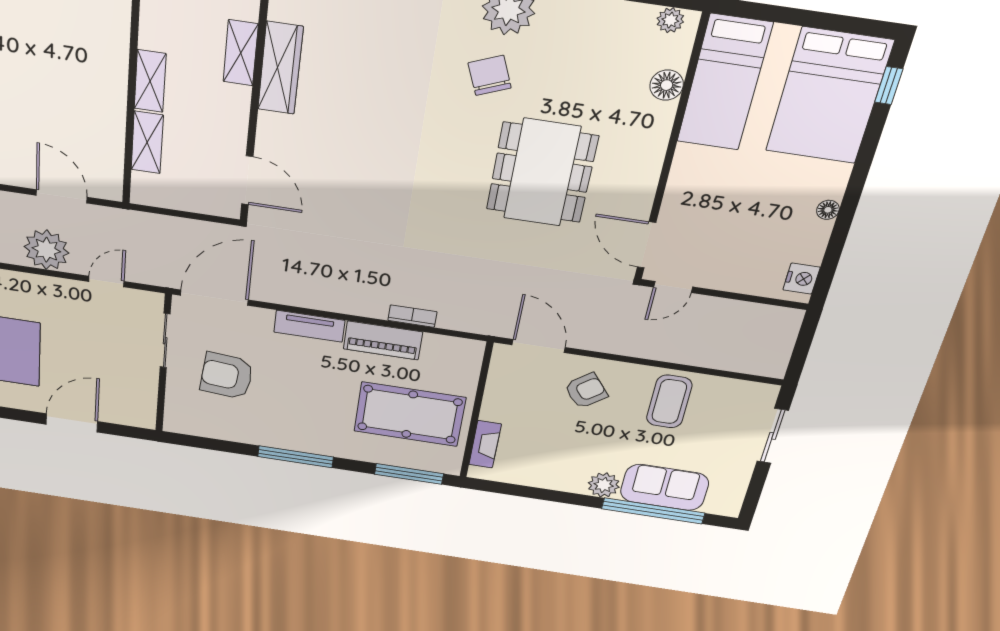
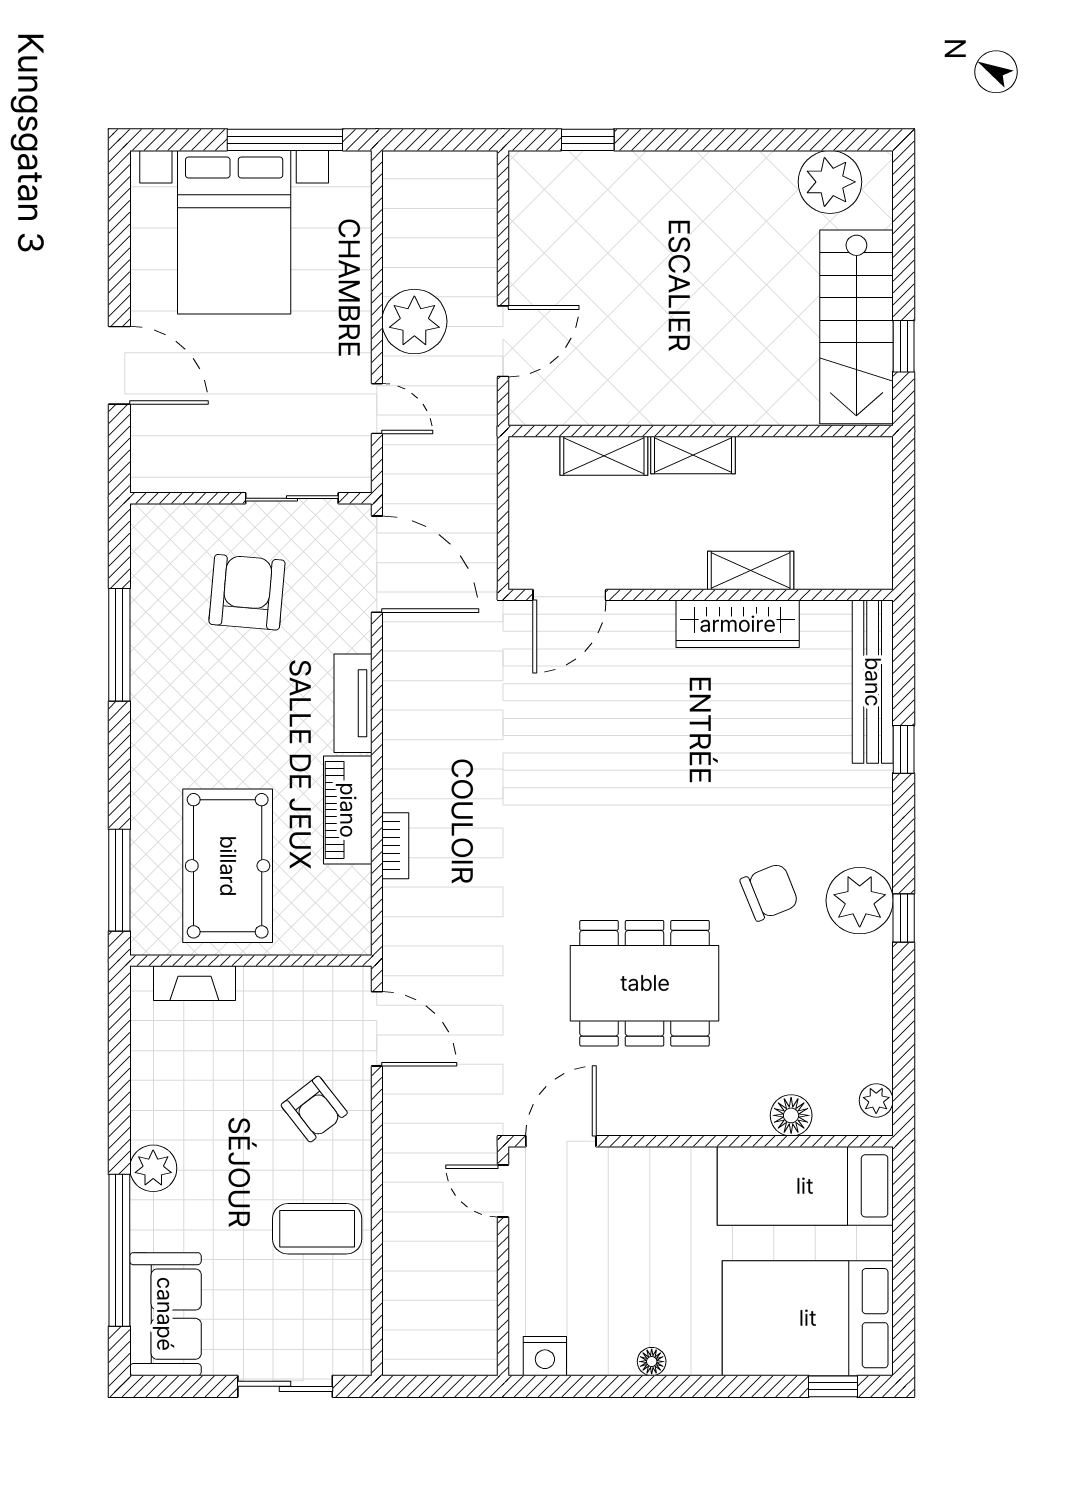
door: (539, 346) -> (377, 1029), hinge flipped
window: (296, 457) -> (119, 645), moved
sofa: (664, 487) -> (165, 1314), moved

